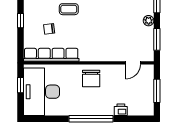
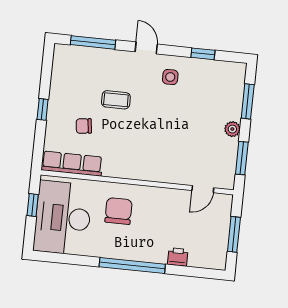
row of seats: (51, 55) -> (72, 164), width x0.73
chair: (91, 78) -> (119, 211), moved, turned 180

